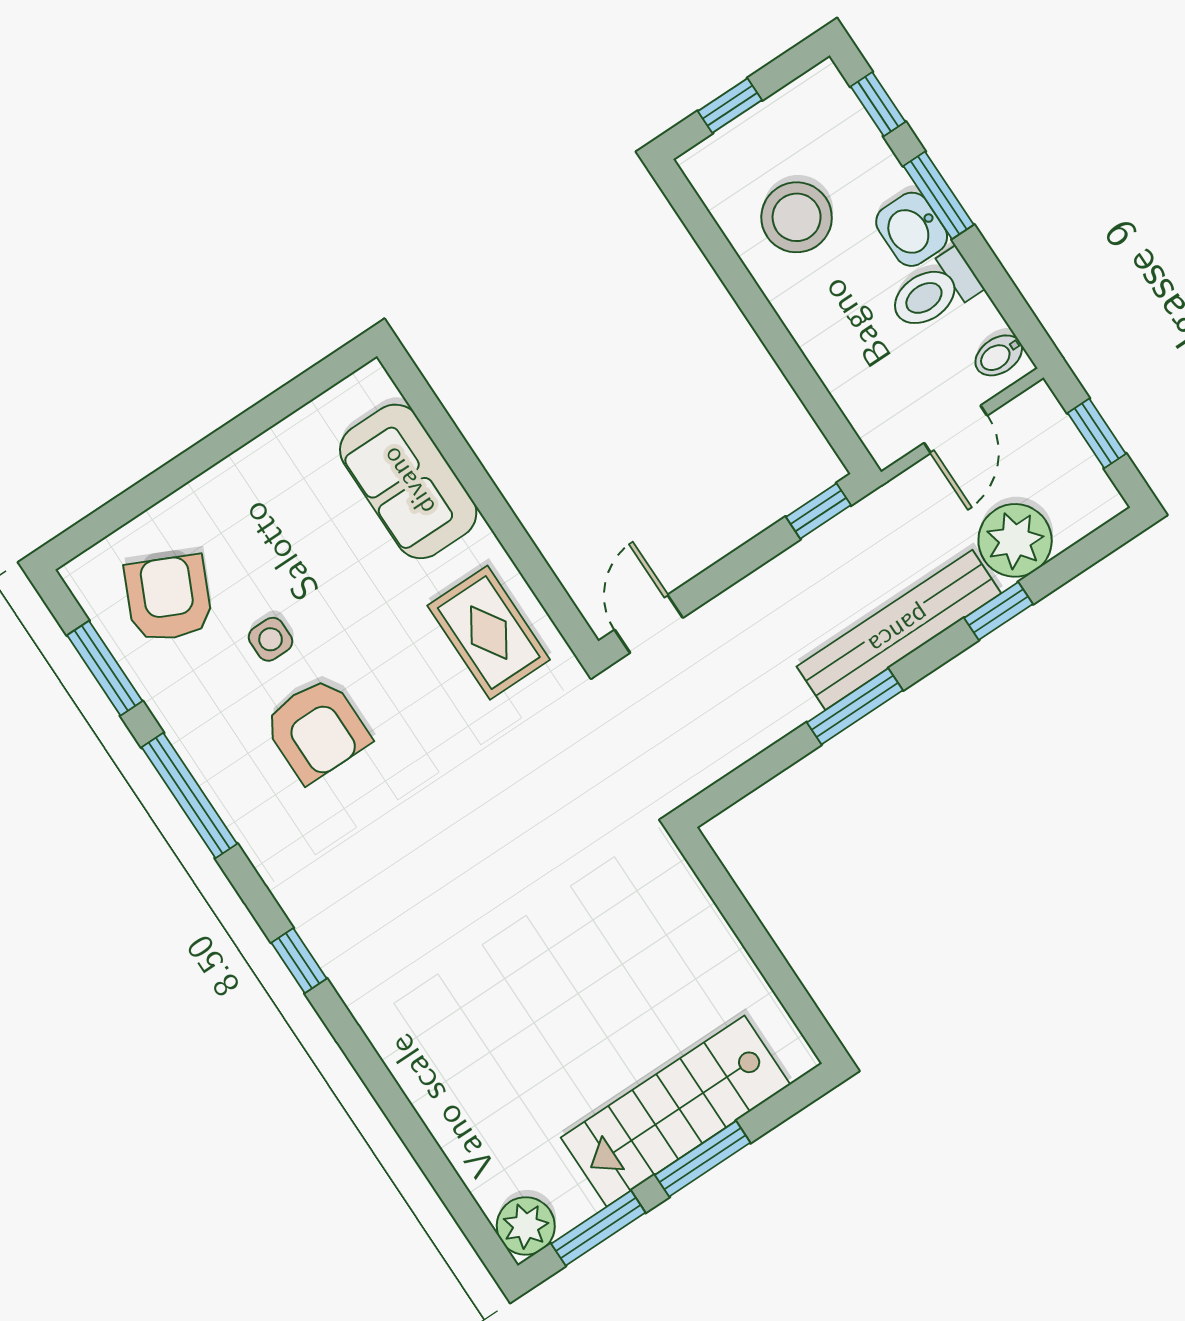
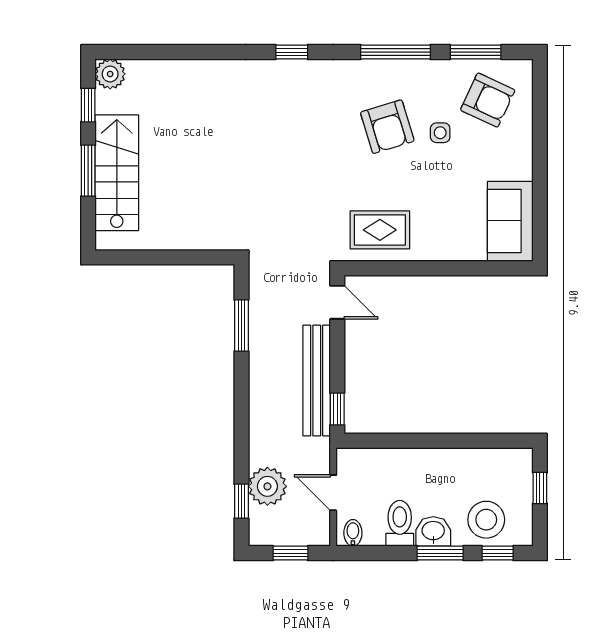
stool: (797, 217) -> (486, 520), moved
sofa: (408, 481) -> (510, 221), moved, turned -90
window: (998, 611) -> (241, 501), moved
bench: (899, 630) -> (317, 381), moved
window: (855, 706) -> (241, 326), moved
armchair: (317, 730) -> (387, 127), turned -107
window: (598, 1228) -> (88, 105), width x0.67

